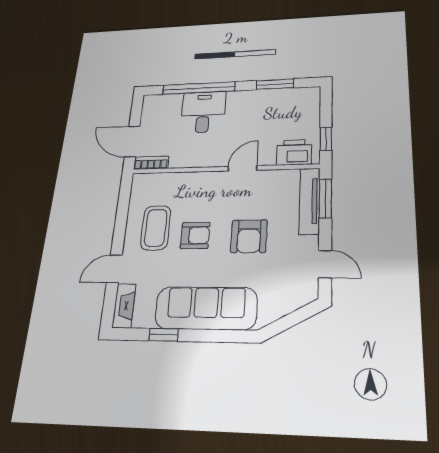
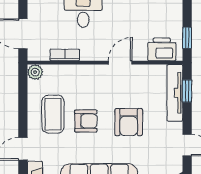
bookcase: (151, 163) -> (65, 55), moved
plant: (141, 181) -> (35, 72), added
window: (325, 198) -> (187, 91), width x0.67

